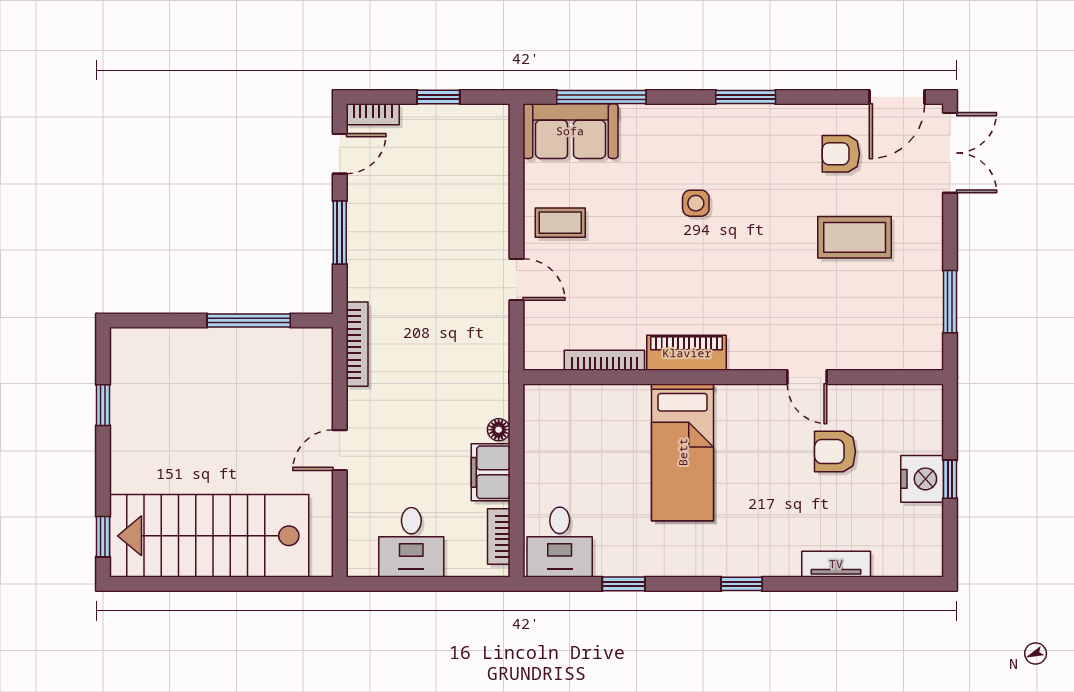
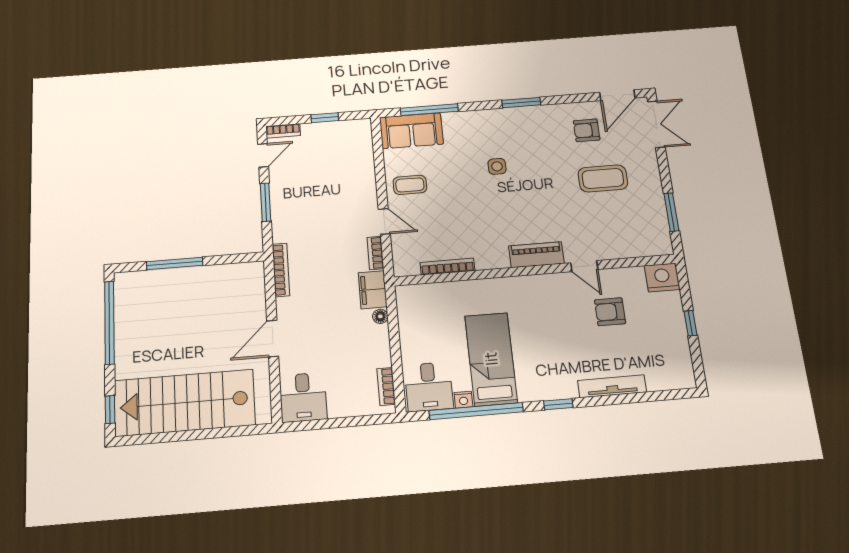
window: (249, 320) -> (175, 264), moved
bookcase: (499, 329) -> (375, 253), added
piano: (687, 353) -> (536, 255), moved
window: (103, 405) -> (109, 323), width x3.17
door: (340, 450) -> (273, 338), width x1.37
bed: (683, 452) -> (491, 359), moved, turned 180
filing cabinet: (491, 472) -> (373, 290), moved
nightstand: (922, 479) -> (662, 277), moved, turned -90
desk: (411, 542) -> (303, 397), moved
tv unit: (836, 564) -> (612, 386), width x1.41
nightstand: (607, 566) -> (463, 400), added
window: (624, 584) -> (476, 411), width x3.17

